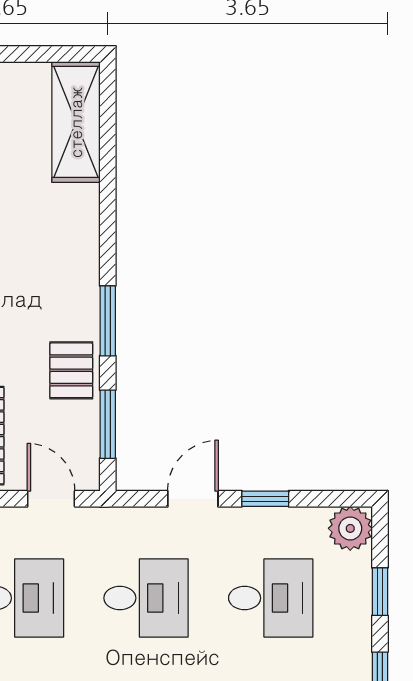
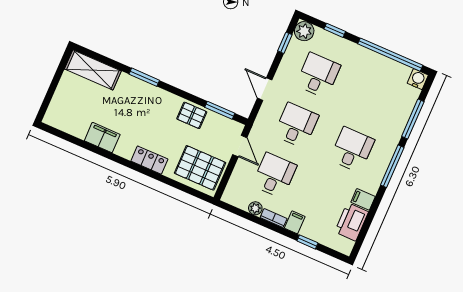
window: (108, 321) -> (144, 77), moved
door: (51, 499) -> (240, 146), swing flipped
window: (265, 499) -> (285, 43), moved

